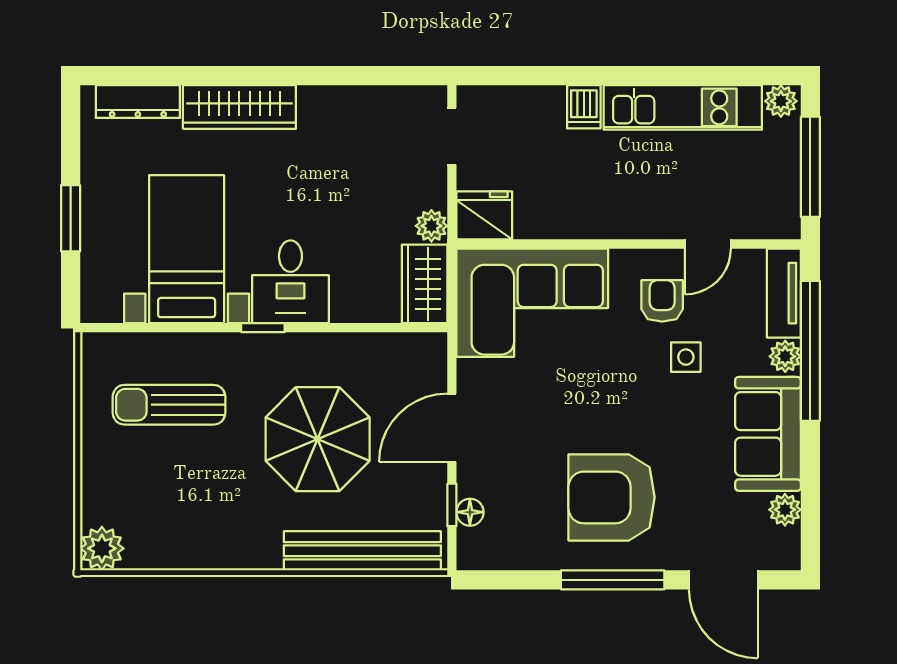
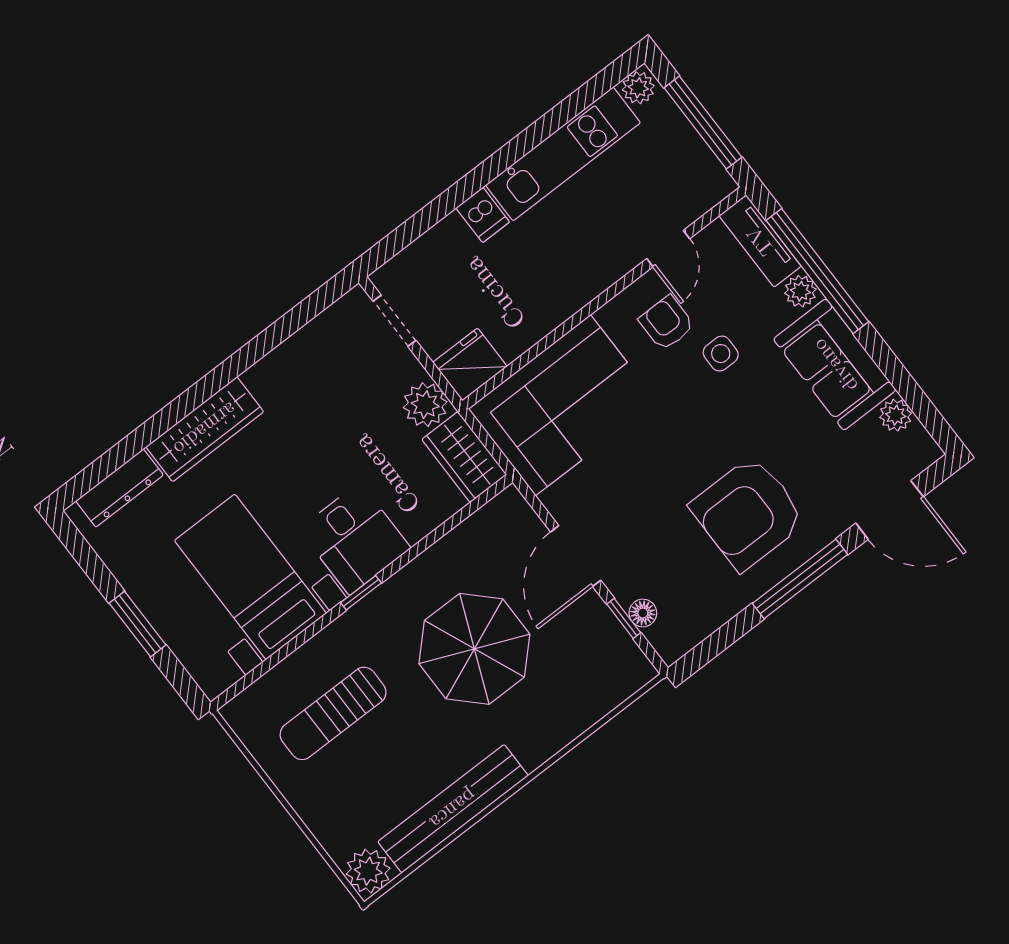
plant: (431, 226) -> (425, 405), width x1.38, depth x1.38
bench: (362, 551) -> (453, 809), moved

